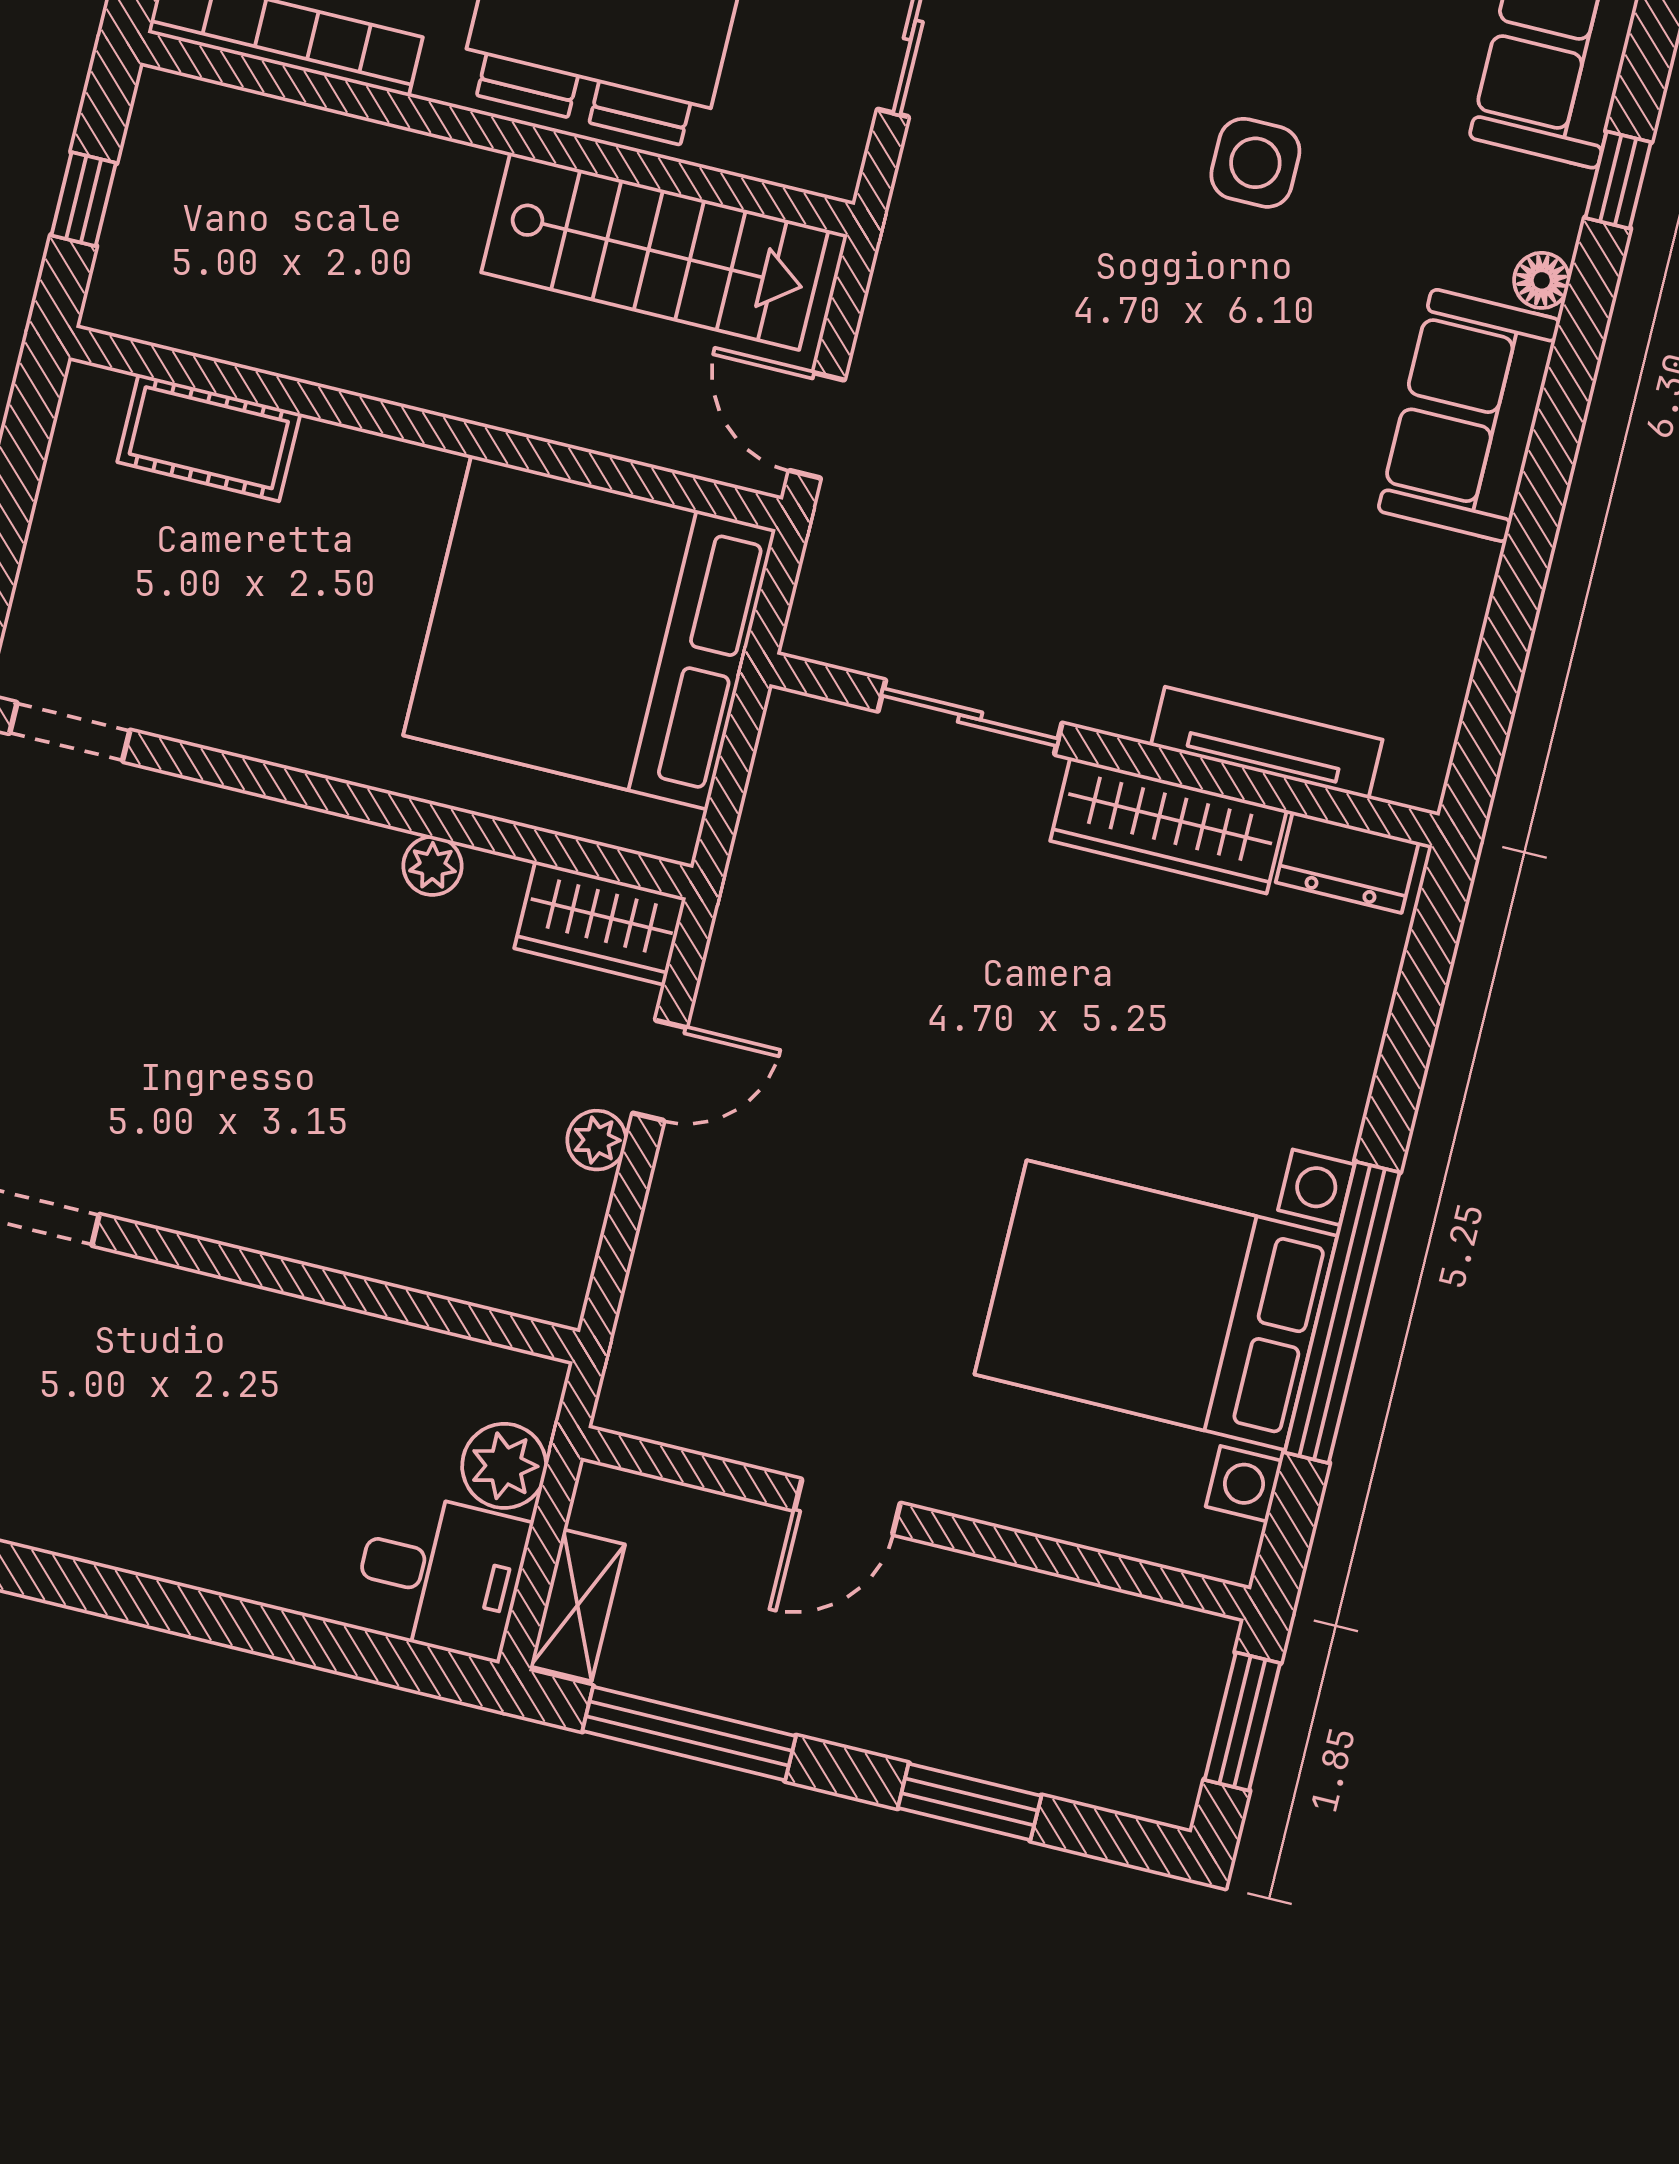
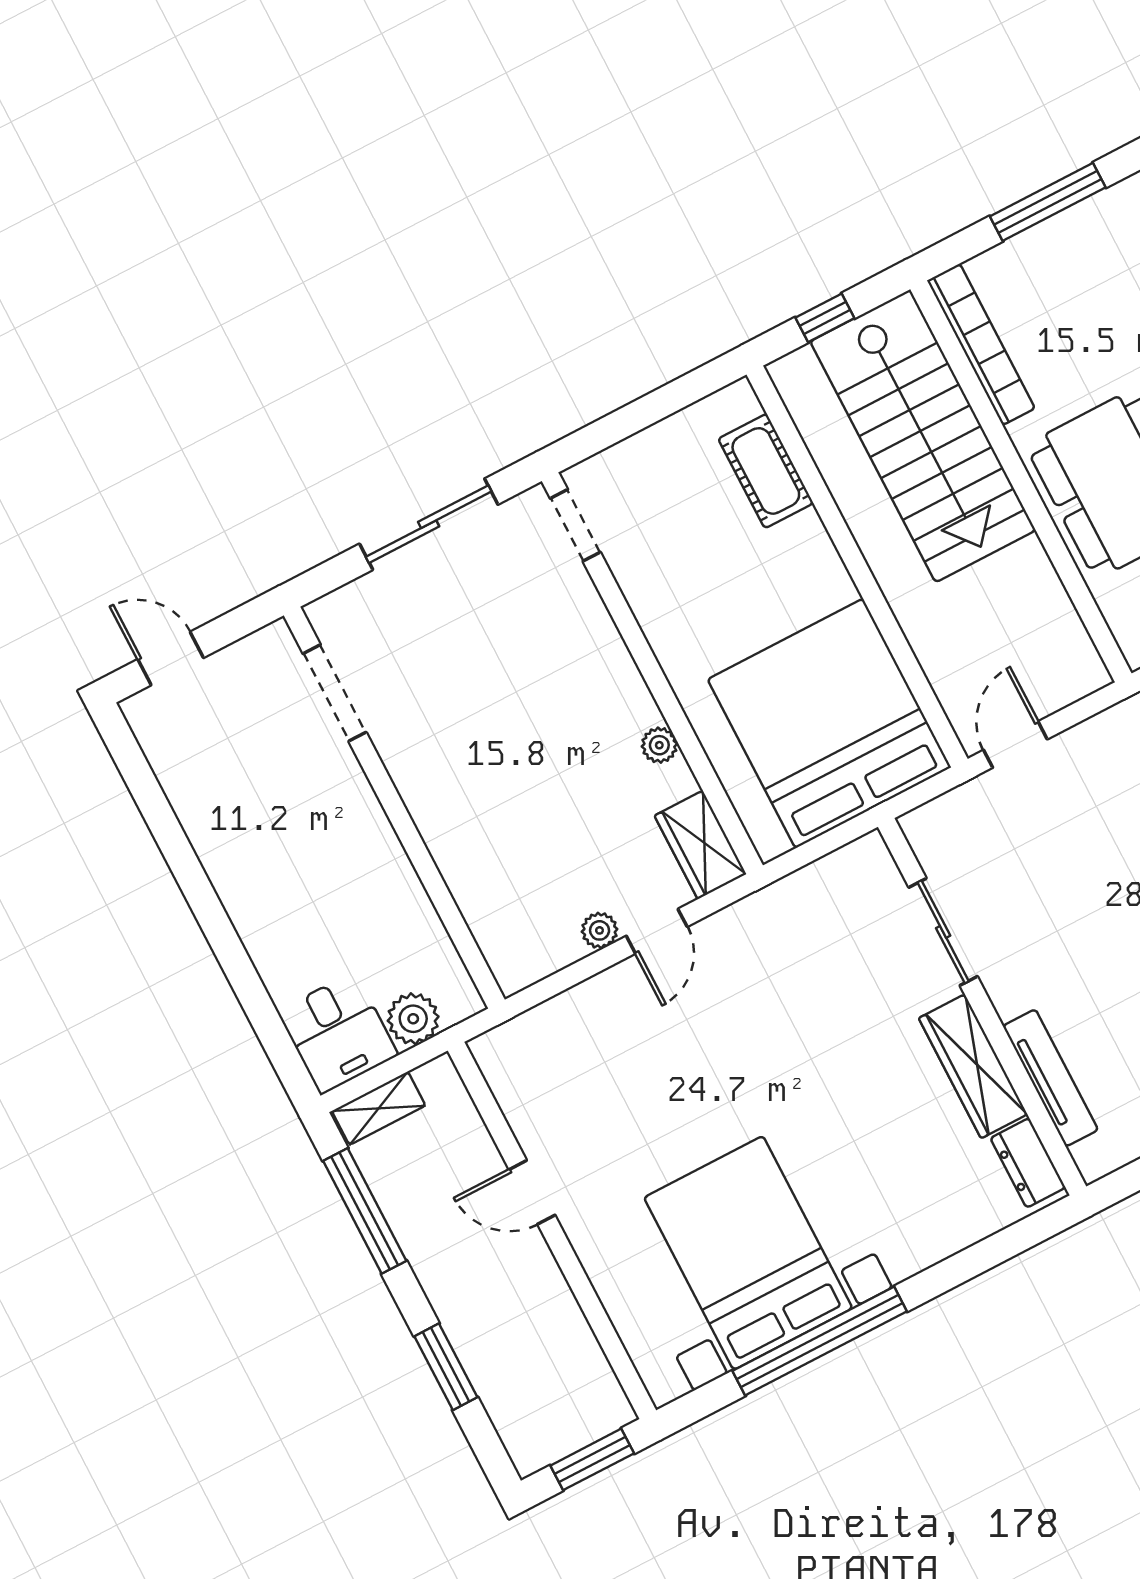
stairs: (655, 251) -> (923, 436), moved, width x1.36, depth x1.51
door: (660, 1070) -> (657, 931), hinge flipped

